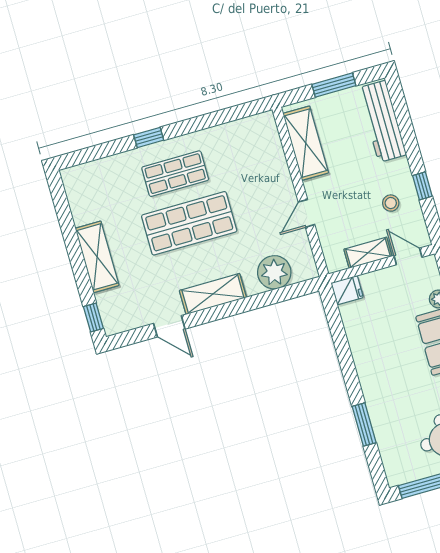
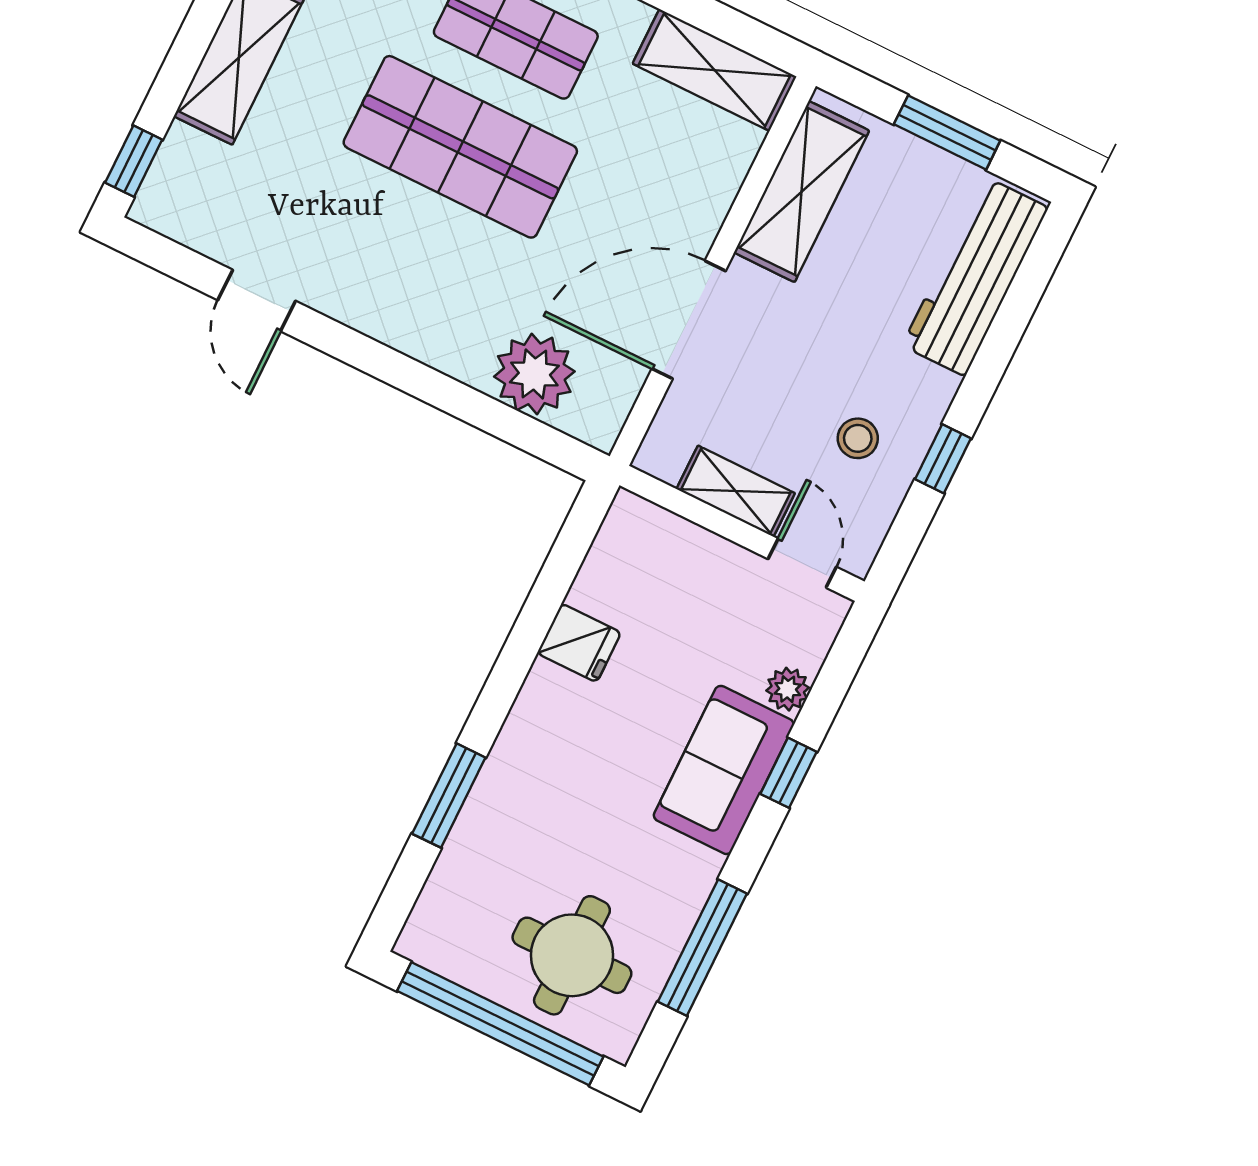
door: (307, 213) -> (689, 320), width x1.88
fridge: (347, 290) -> (579, 643), moved
shelving: (213, 294) -> (715, 70), moved

